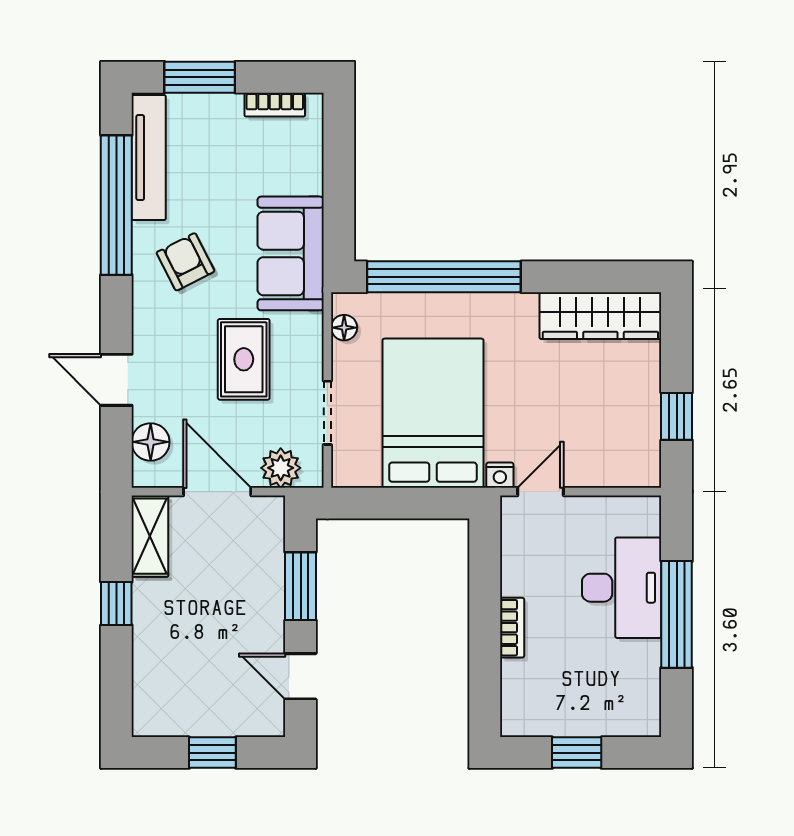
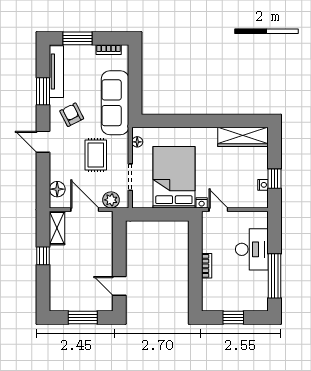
window: (116, 205) -> (43, 91), width x0.47
sofa: (291, 253) -> (115, 103), width x1.36
window: (444, 277) -> (178, 121), removed
door: (116, 380) -> (43, 142), moved
nightstand: (649, 432) -> (263, 185), added
door: (541, 492) -> (218, 210), hinge flipped
window: (301, 586) -> (119, 249), removed
window: (677, 614) -> (275, 276), moved
window: (212, 753) -> (83, 317), width x1.50

